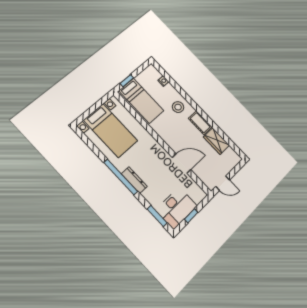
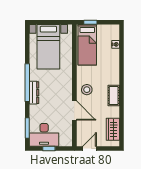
stool: (178, 107) -> (87, 90), moved
wardrobe: (216, 141) -> (113, 129), moved
door: (223, 183) -> (89, 148), swing flipped

